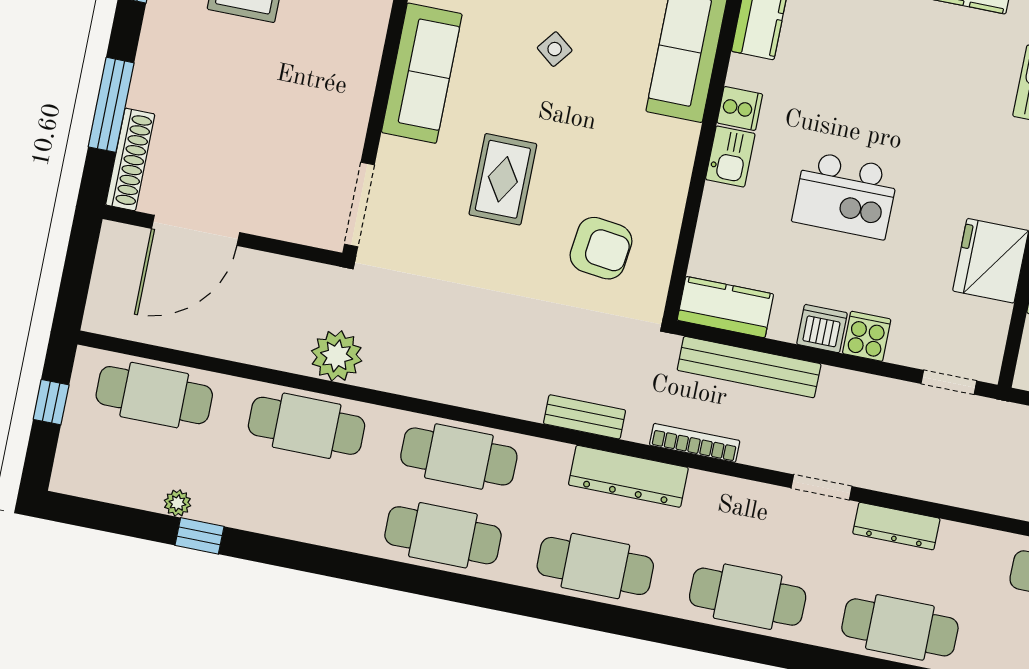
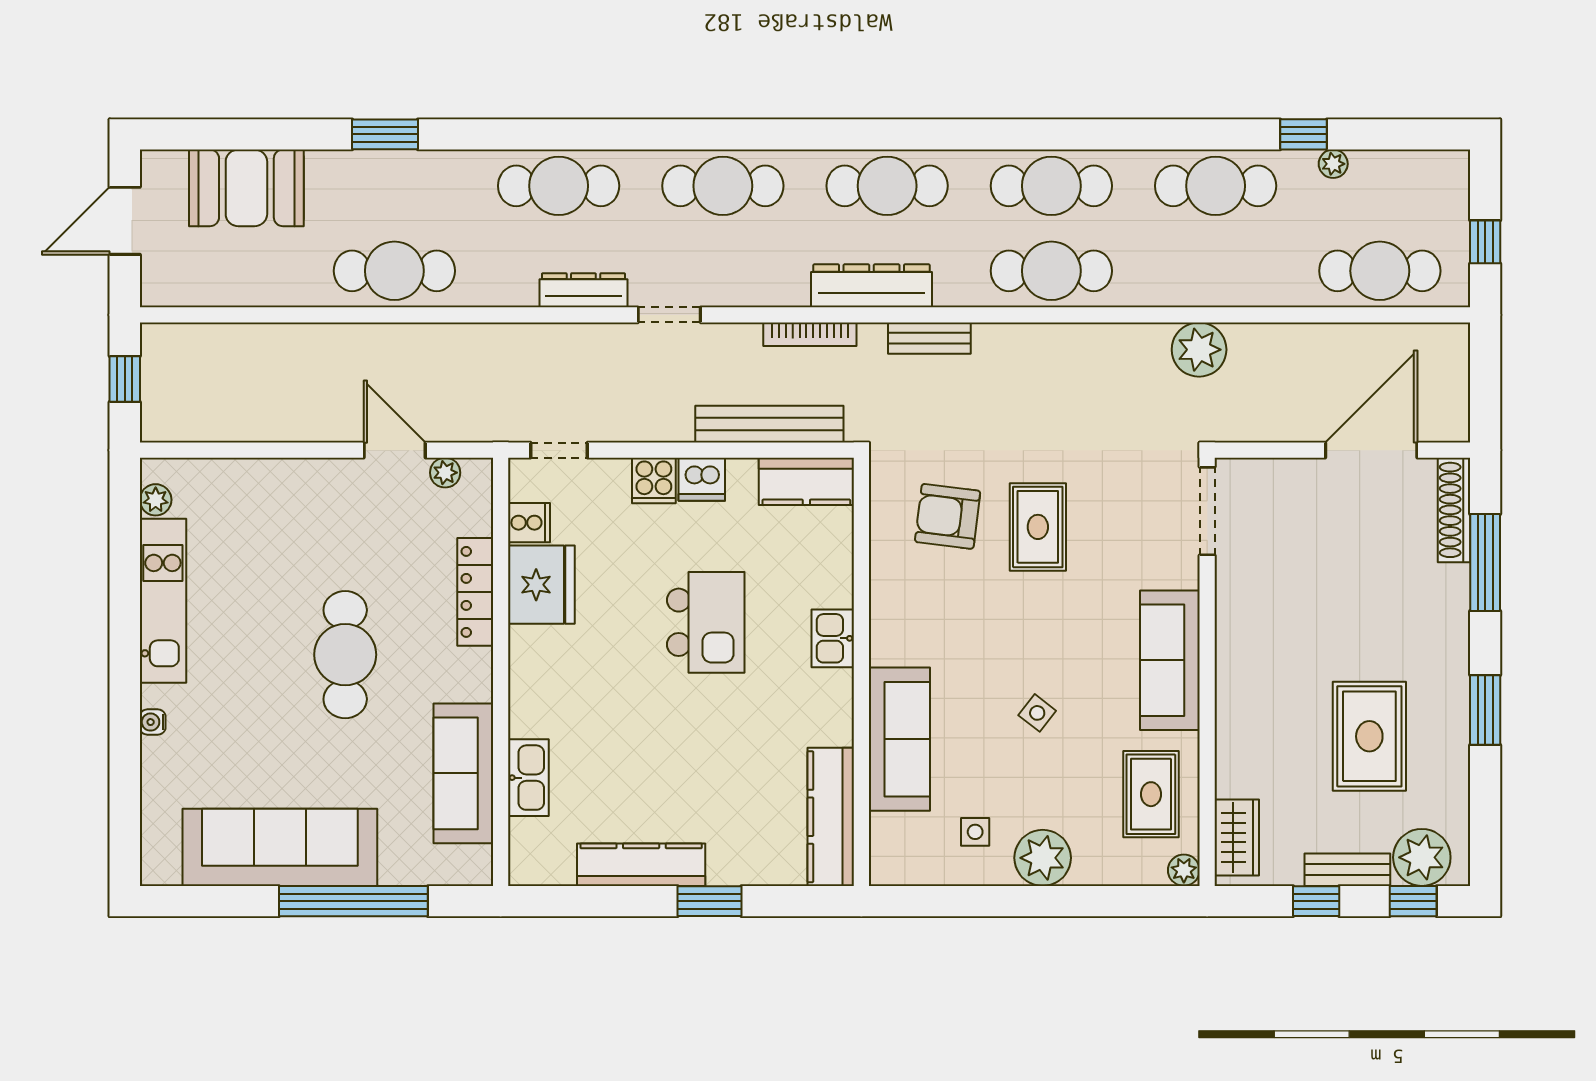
cooker: (740, 108) -> (529, 523), moved, turned 180
rug: (503, 179) -> (1038, 527), moved
kitchen island: (845, 195) -> (706, 622), turned 90
cafe table: (307, 426) -> (1216, 186), moved

